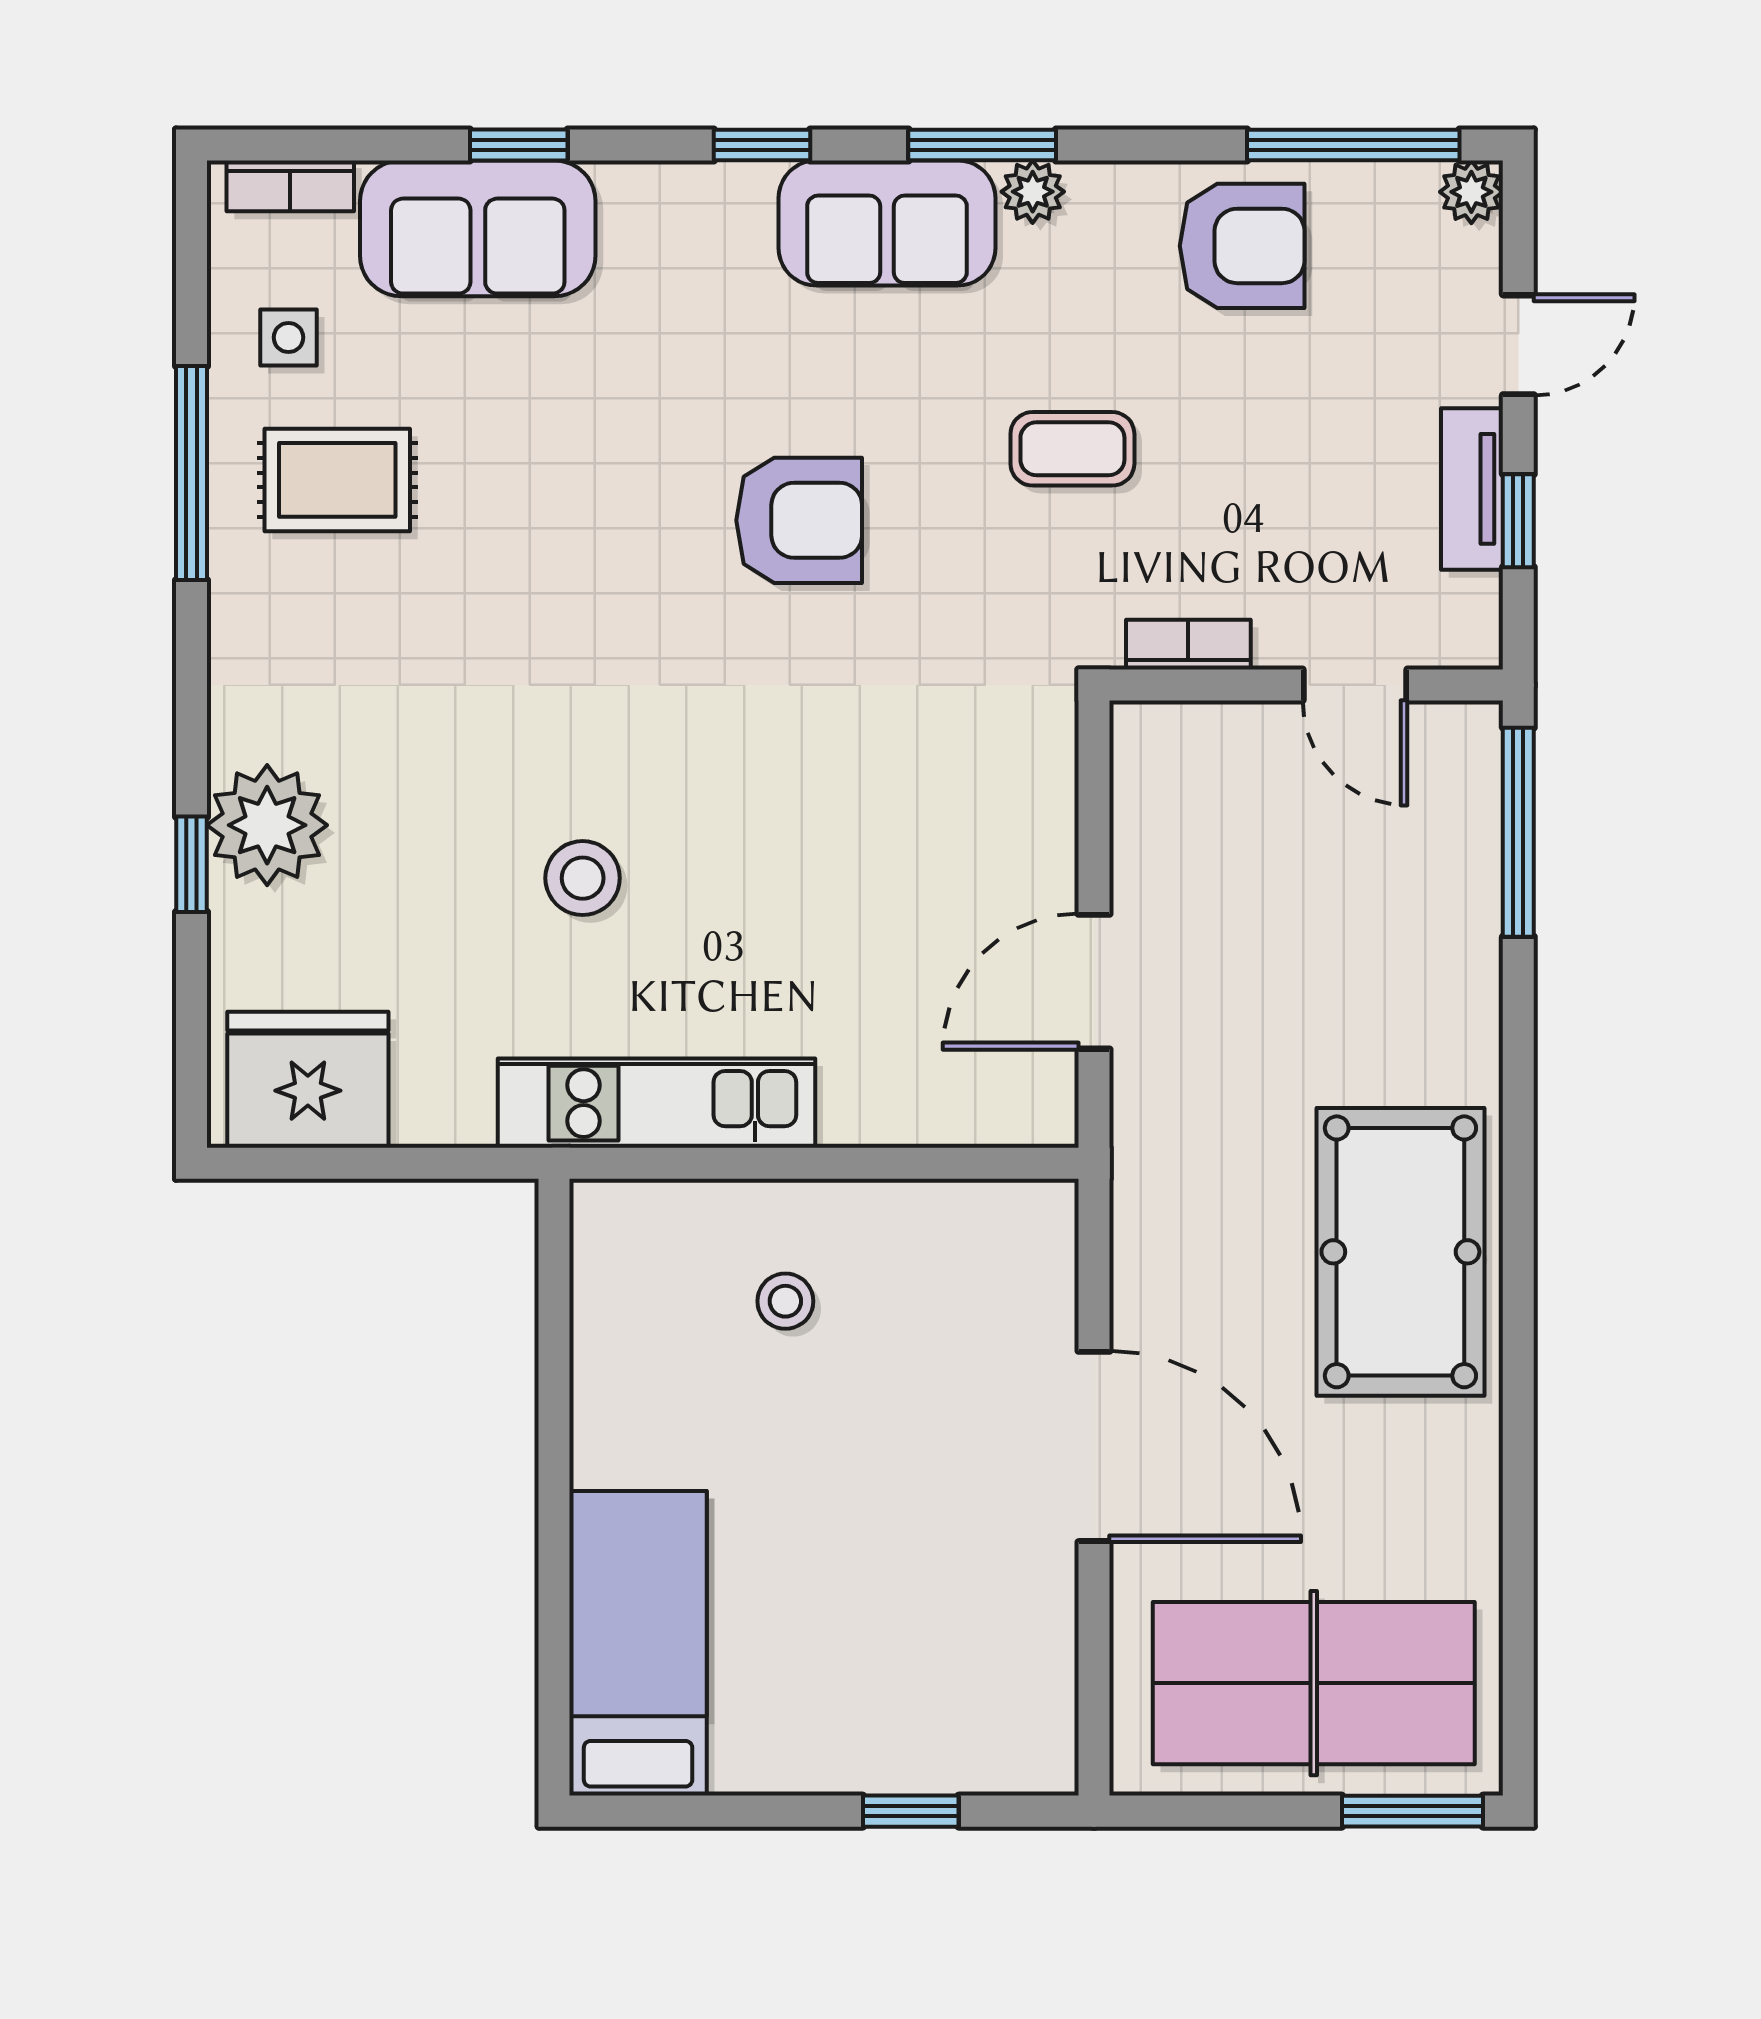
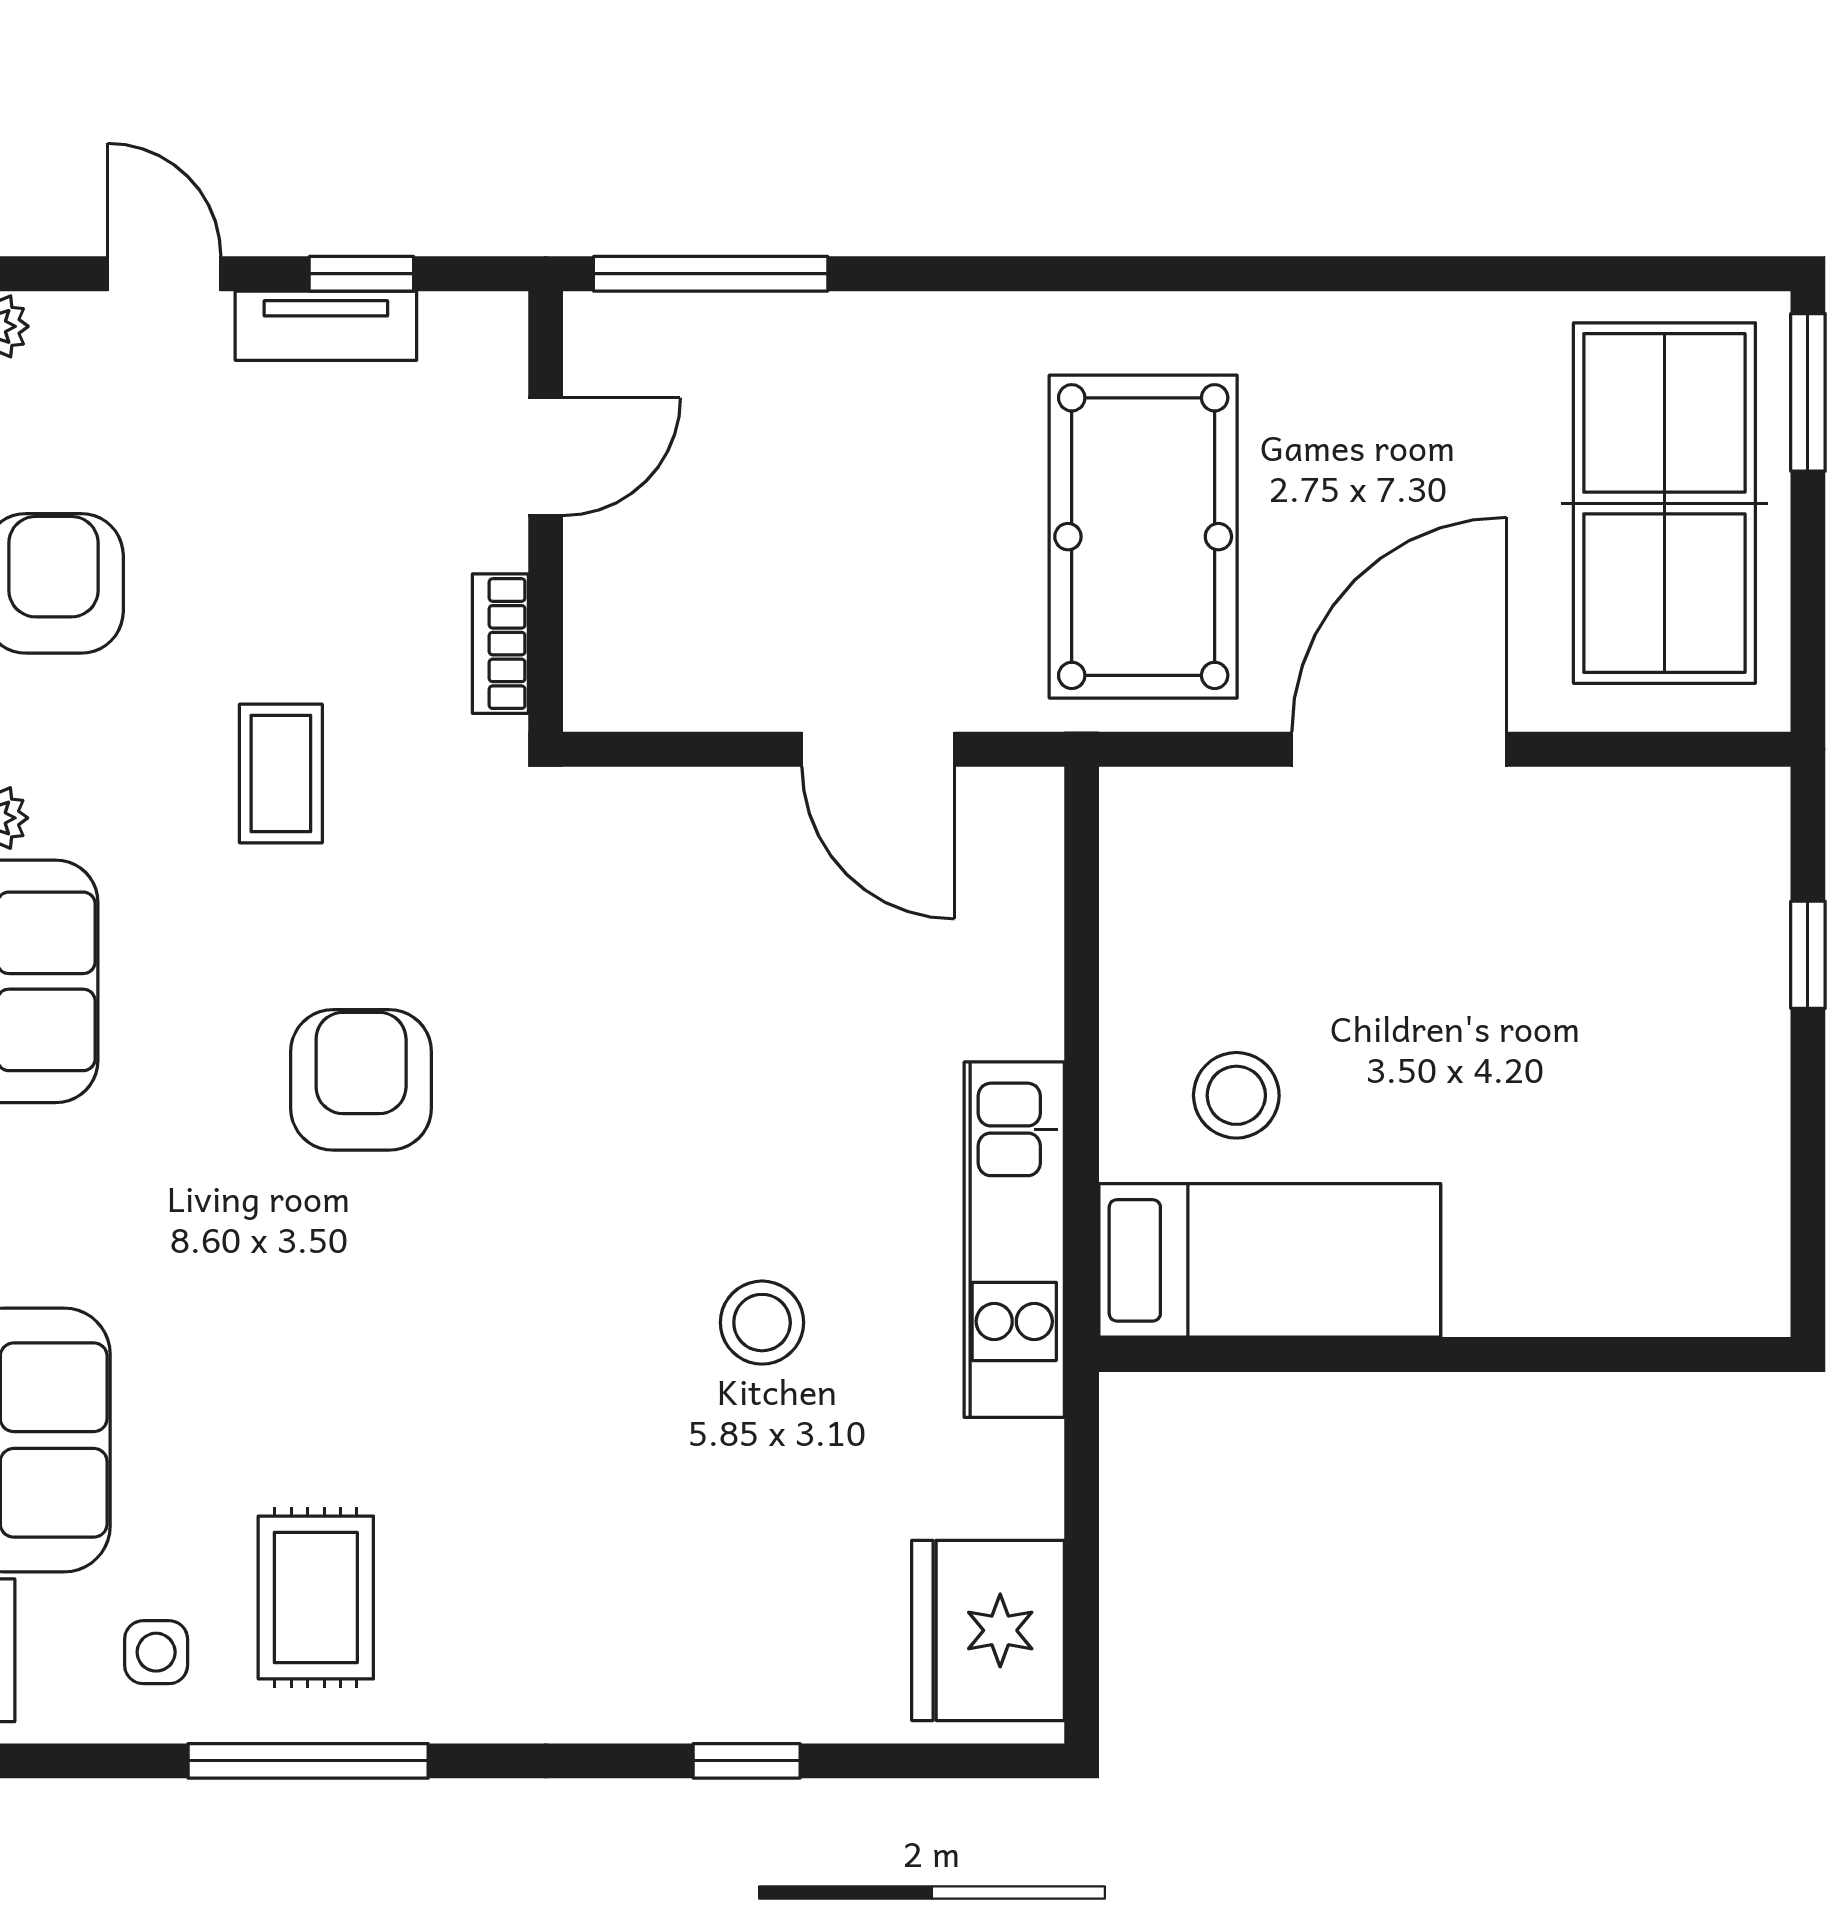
plant: (267, 825) -> (703, 1676), removed
pool table: (1400, 1252) -> (1143, 537), moved, turned 90
stool: (785, 1301) -> (1236, 1095), width x1.37, depth x1.37
bed: (638, 1643) -> (1270, 1260), moved, turned 180

